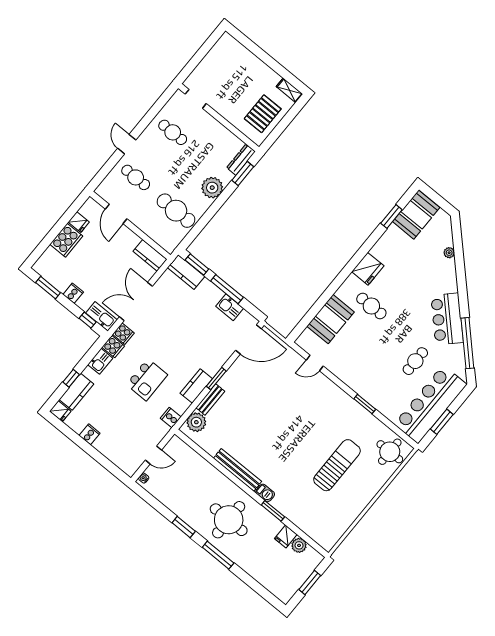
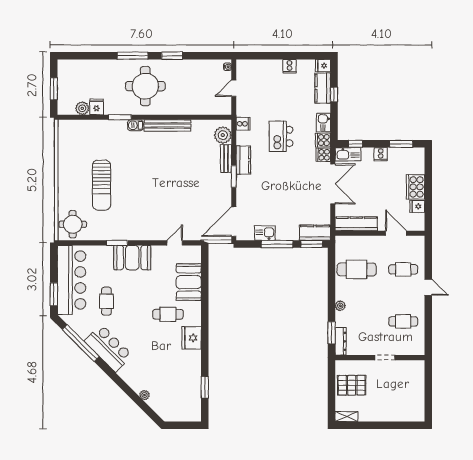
doorway: (196, 99) -> (385, 358), moved
pallet: (263, 114) -> (352, 385), turned 90
plant: (212, 188) -> (340, 306), width x0.53, depth x0.53
booth: (416, 215) -> (132, 258), moved, turned 90
kitchen counter: (150, 255) -> (356, 224), width x1.50
window: (442, 422) -> (54, 294), moved

